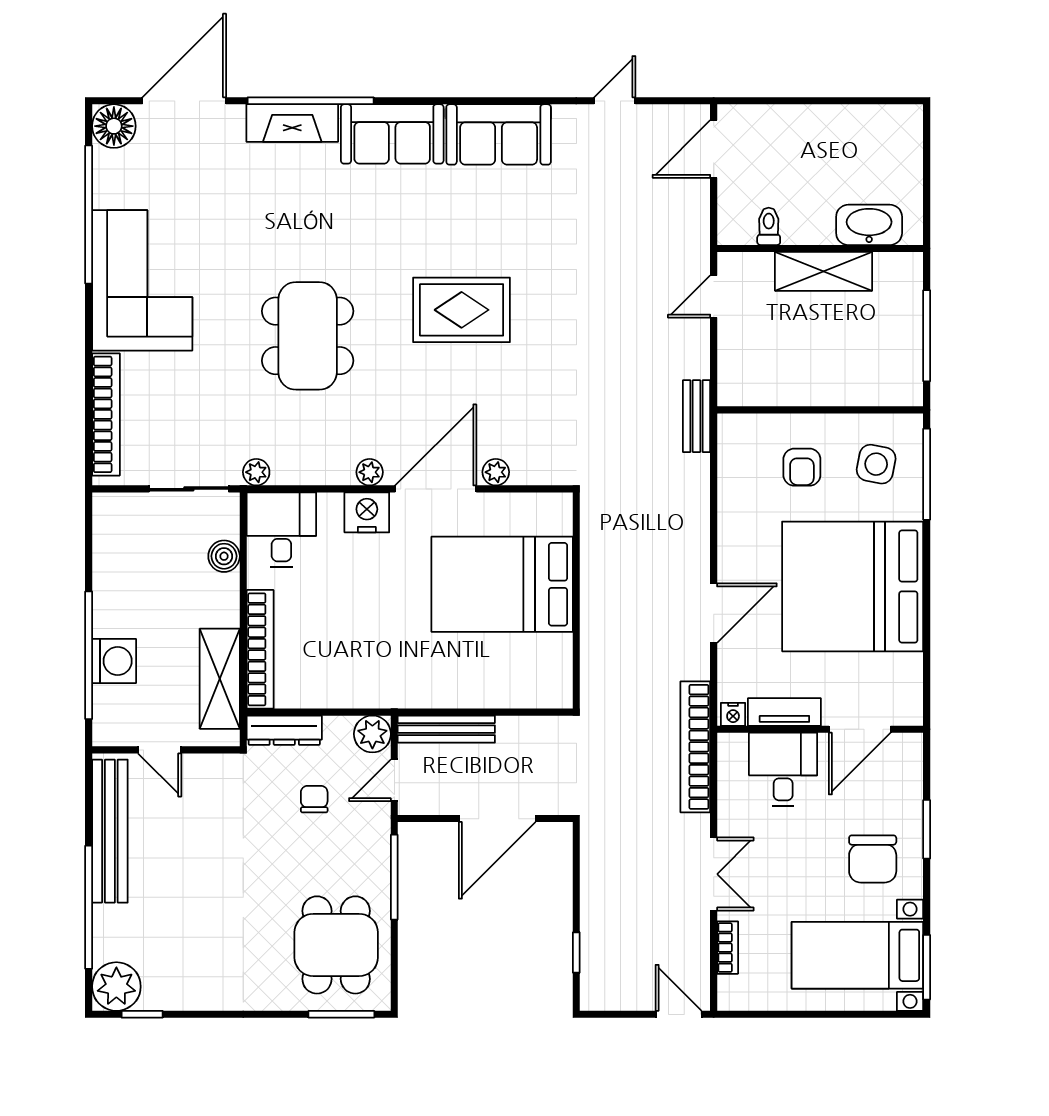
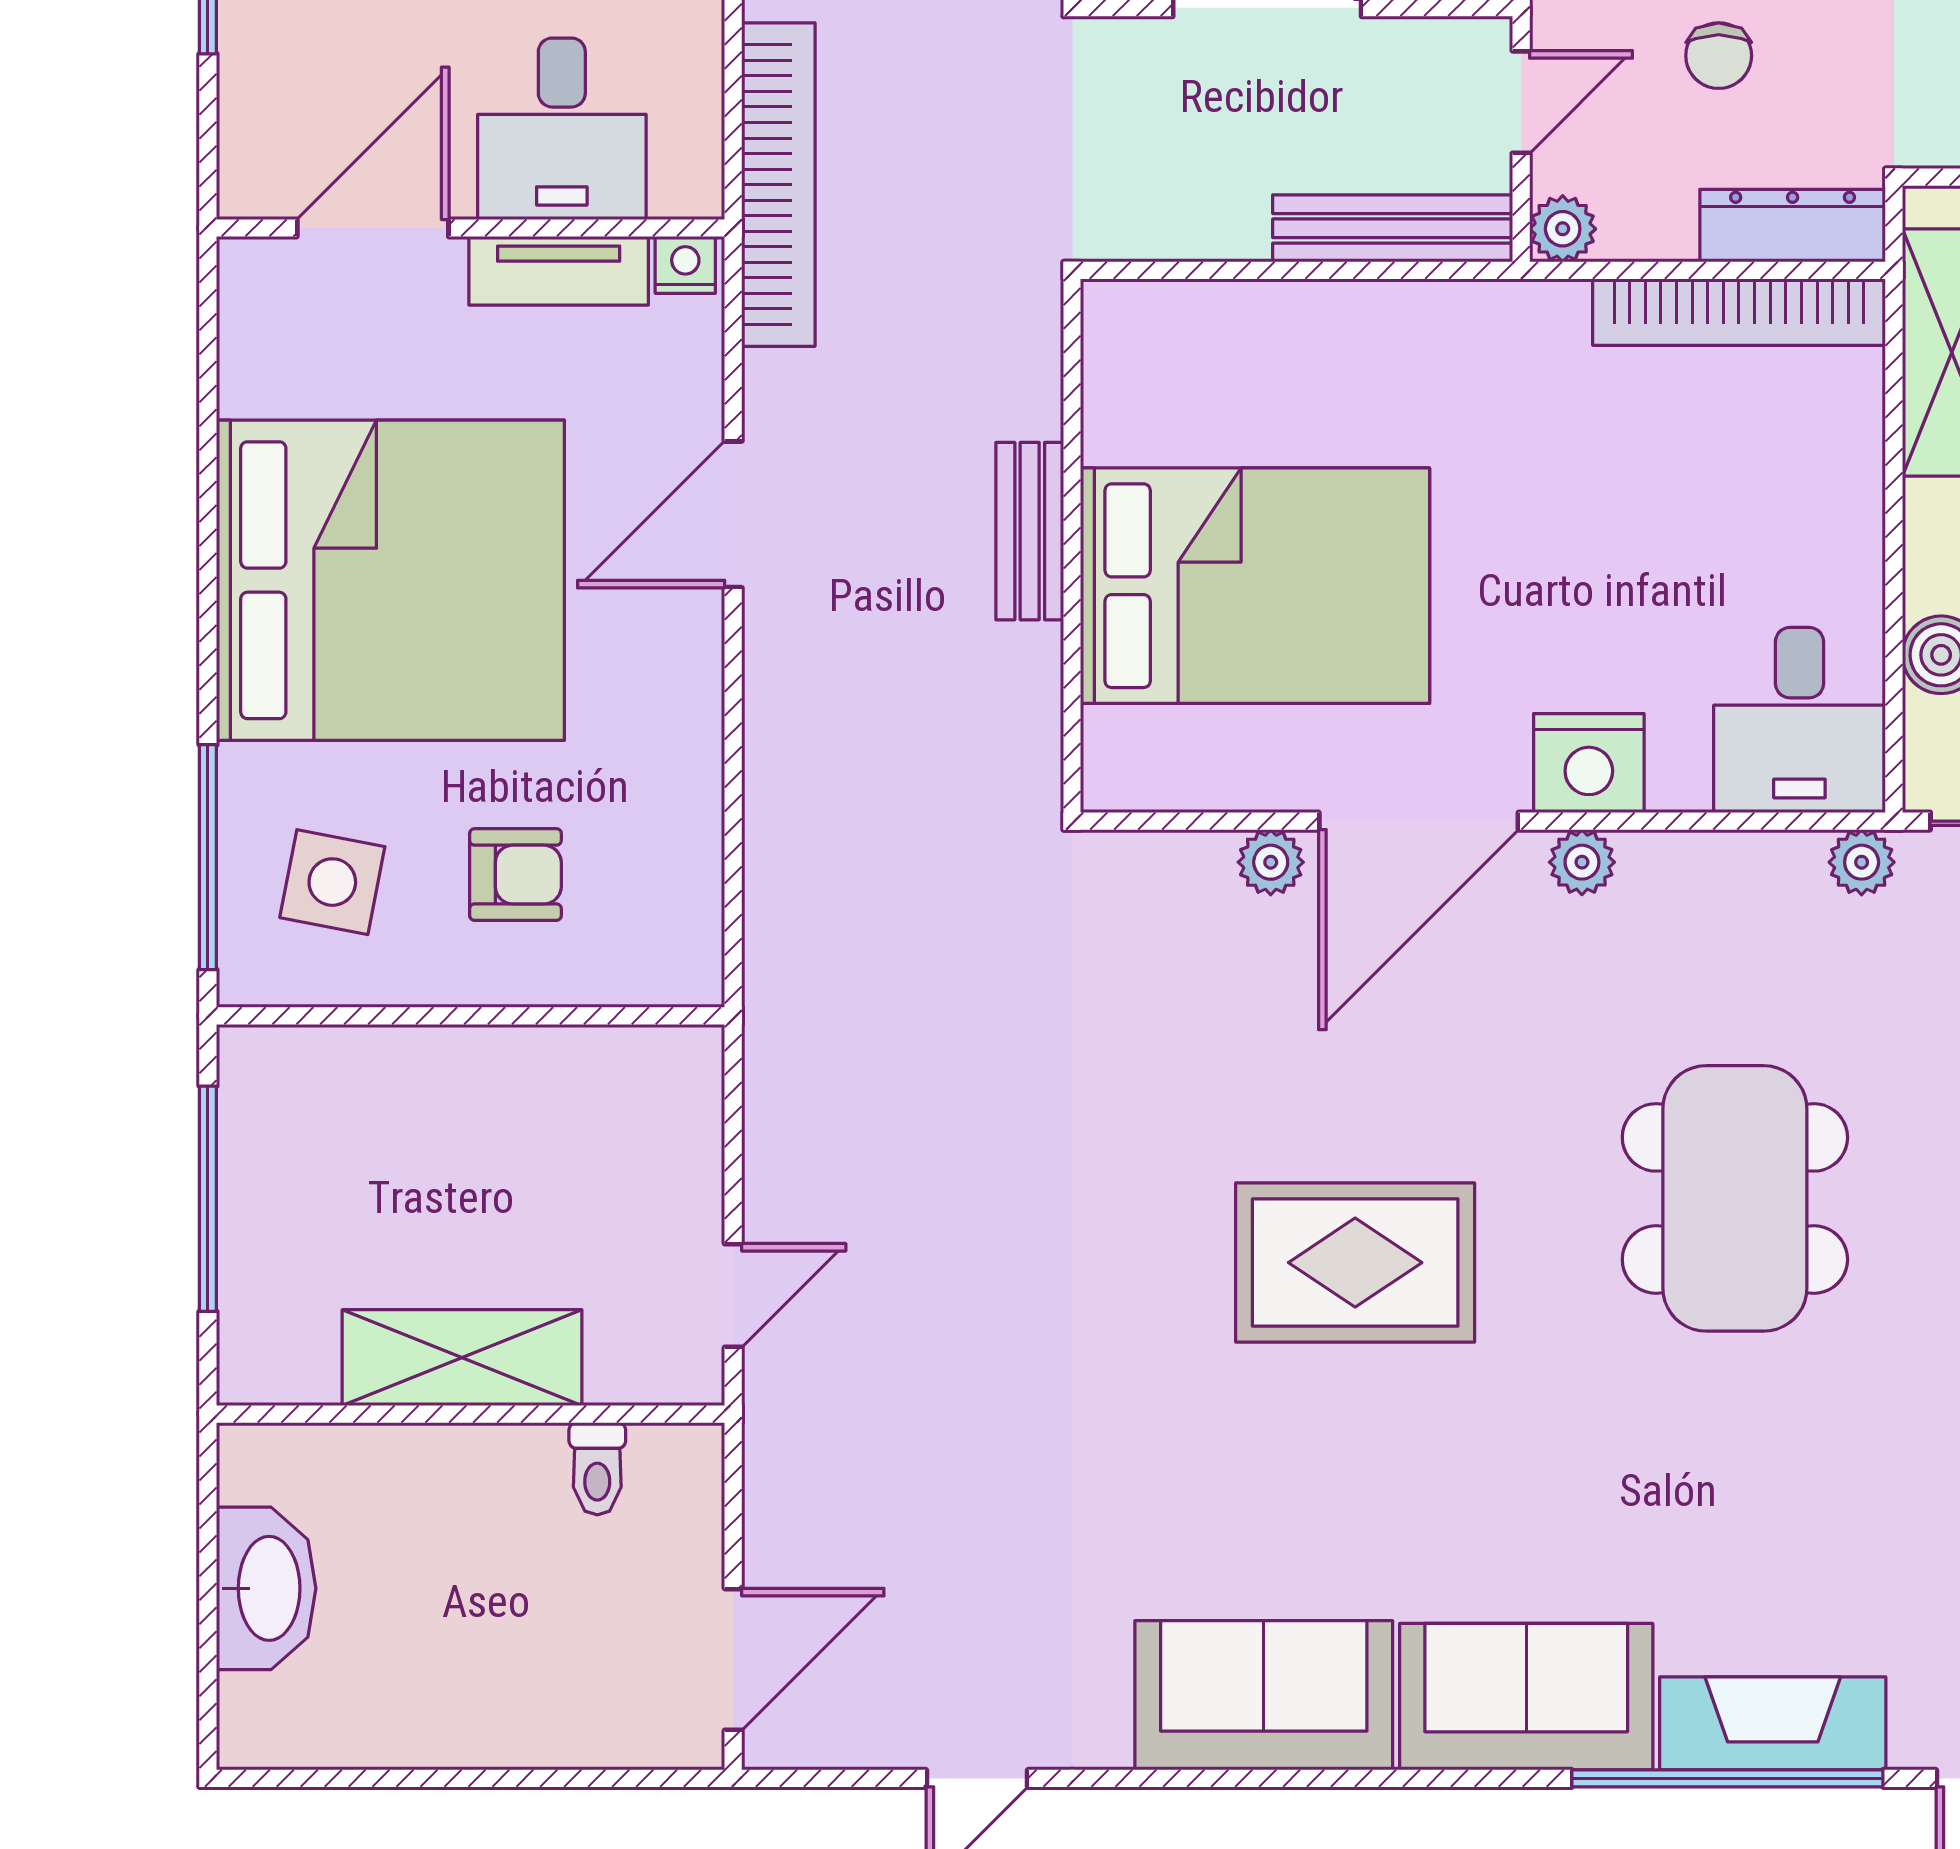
washbasin: (869, 225) -> (266, 1588), moved, turned -90
bench: (696, 416) -> (1030, 531), moved
armchair: (802, 467) -> (515, 875), turned 90
bookcase: (260, 649) -> (1739, 312), moved, turned -90
plant: (372, 734) -> (1563, 229), width x0.73, depth x0.73

